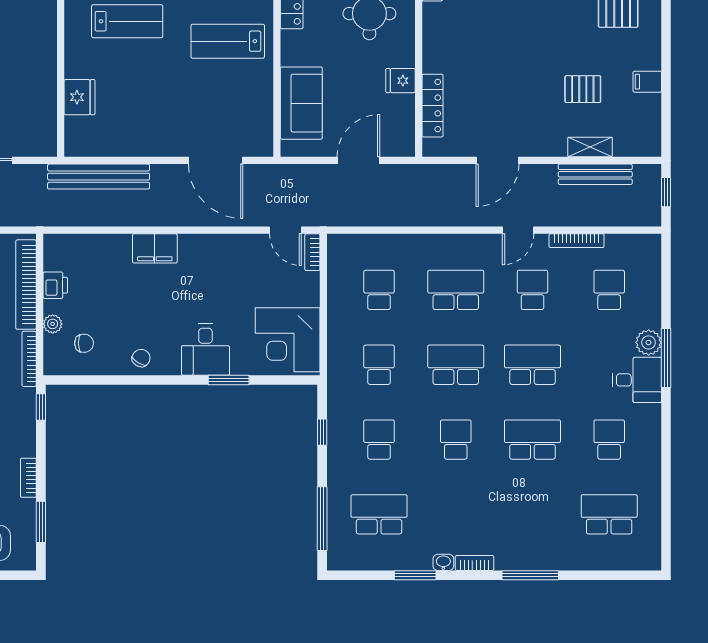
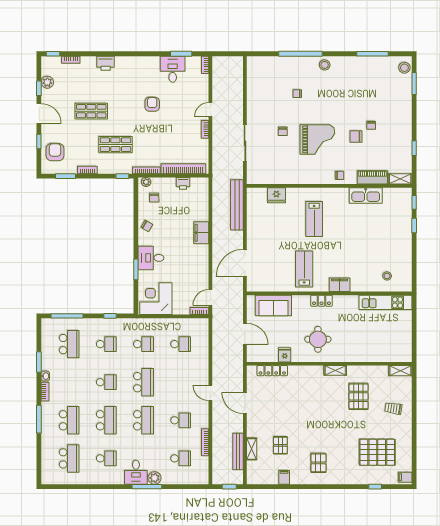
door: (518, 230) -> (210, 393), moved
school desk: (456, 290) -> (69, 420), moved
plant: (53, 324) -> (146, 182), moved

